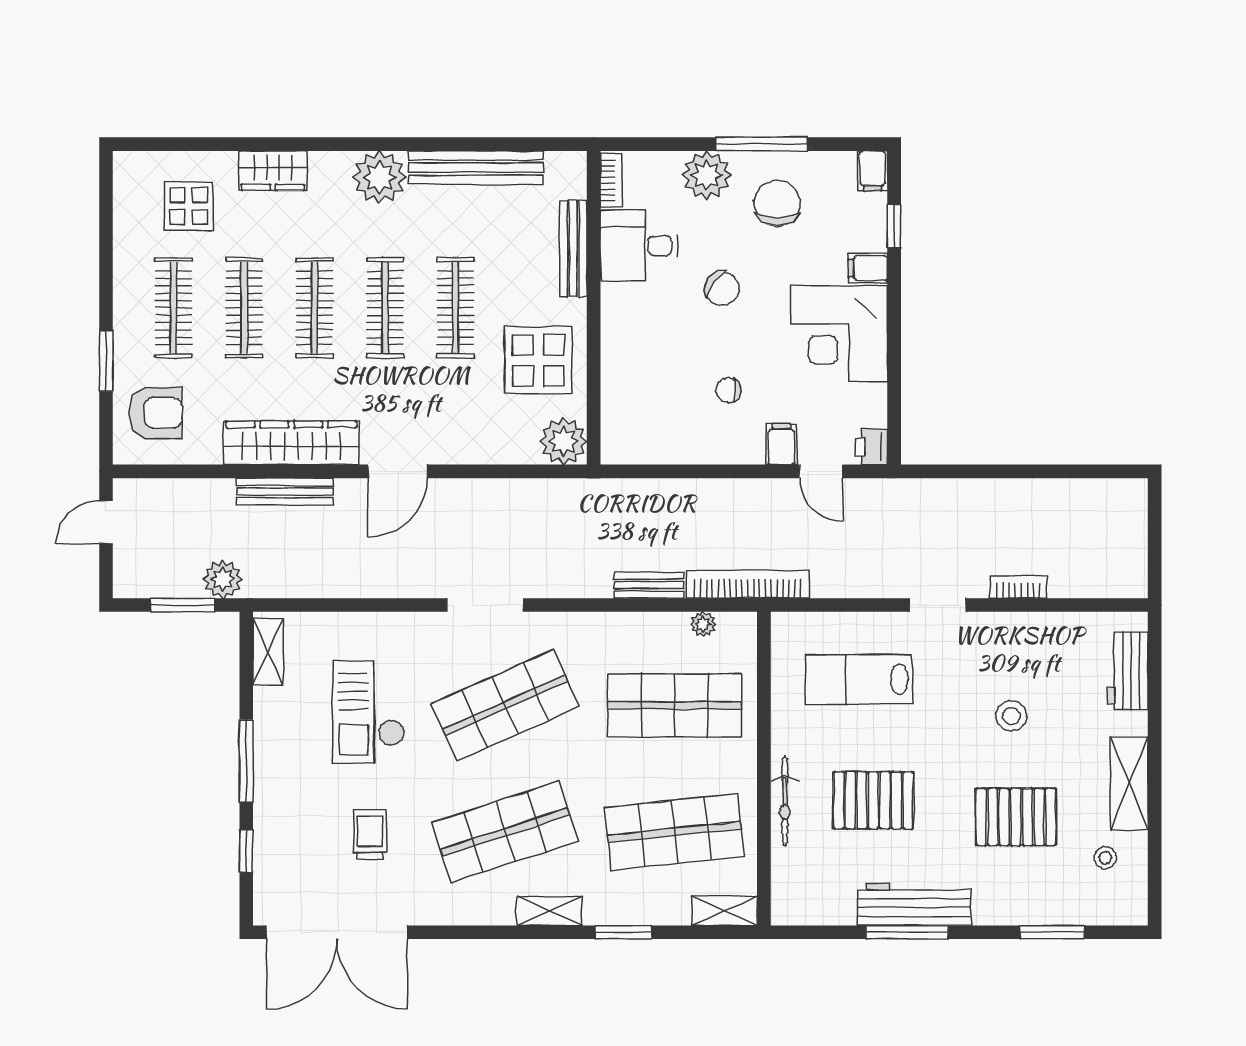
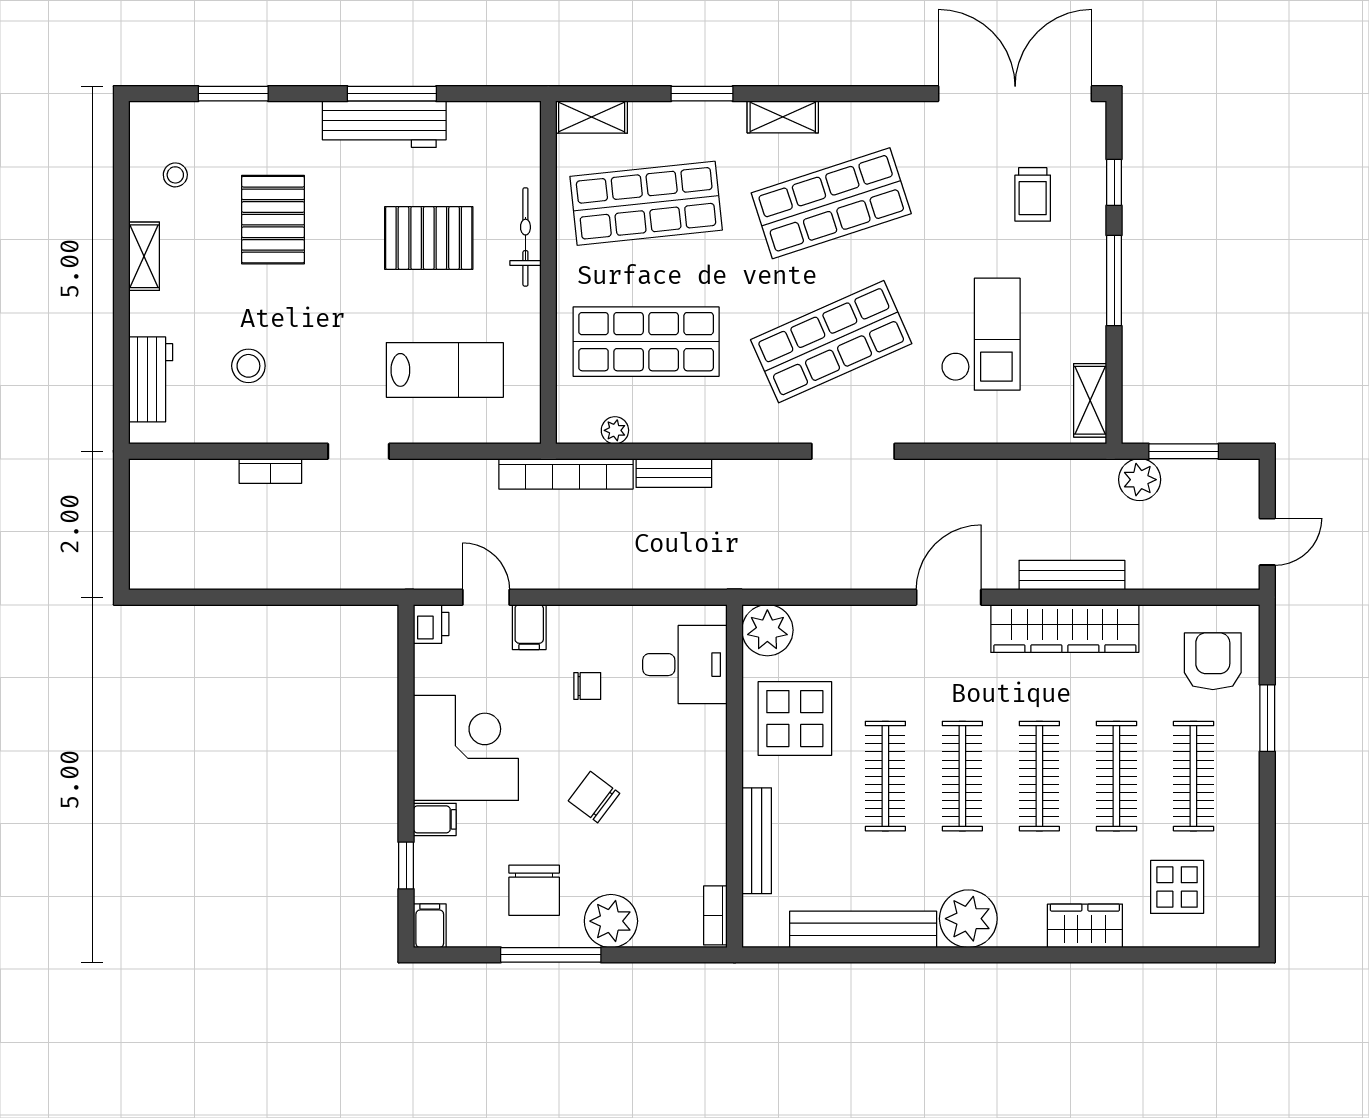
desk: (639, 246) -> (685, 665), moved
armchair: (156, 413) -> (1213, 661), turned 90
stool: (1011, 716) -> (248, 366), moved
shelving: (1129, 783) -> (144, 256), width x0.67, depth x0.75
pallet: (1016, 817) -> (273, 220), turned 90
trolley: (370, 835) -> (1033, 194), moved

